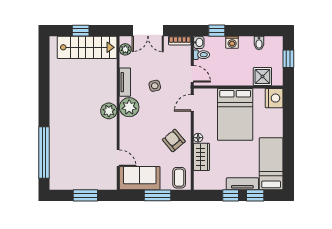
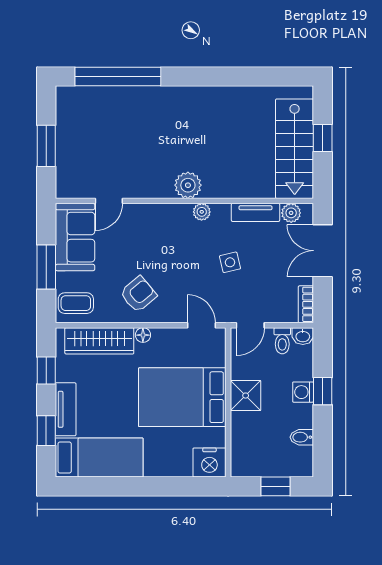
window: (217, 31) -> (323, 391), moved
shower: (262, 77) -> (246, 396), moved
tv unit: (125, 82) -> (256, 212), moved
plant: (129, 107) -> (202, 212), width x0.53, depth x0.53
wardrobe: (202, 157) -> (99, 341), width x1.50
window: (231, 195) -> (46, 371), moved

